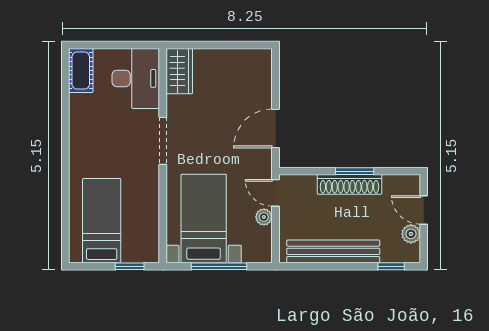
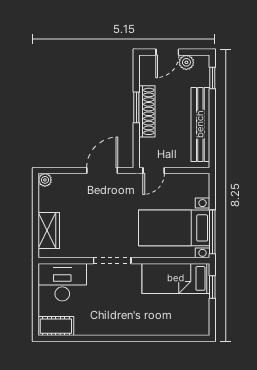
wardrobe: (179, 71) -> (49, 230), moved, turned 90
door: (276, 128) -> (102, 171), swing flipped
plant: (264, 217) -> (45, 180), moved
bed: (102, 221) -> (176, 278), moved
window: (219, 266) -> (212, 232), moved

